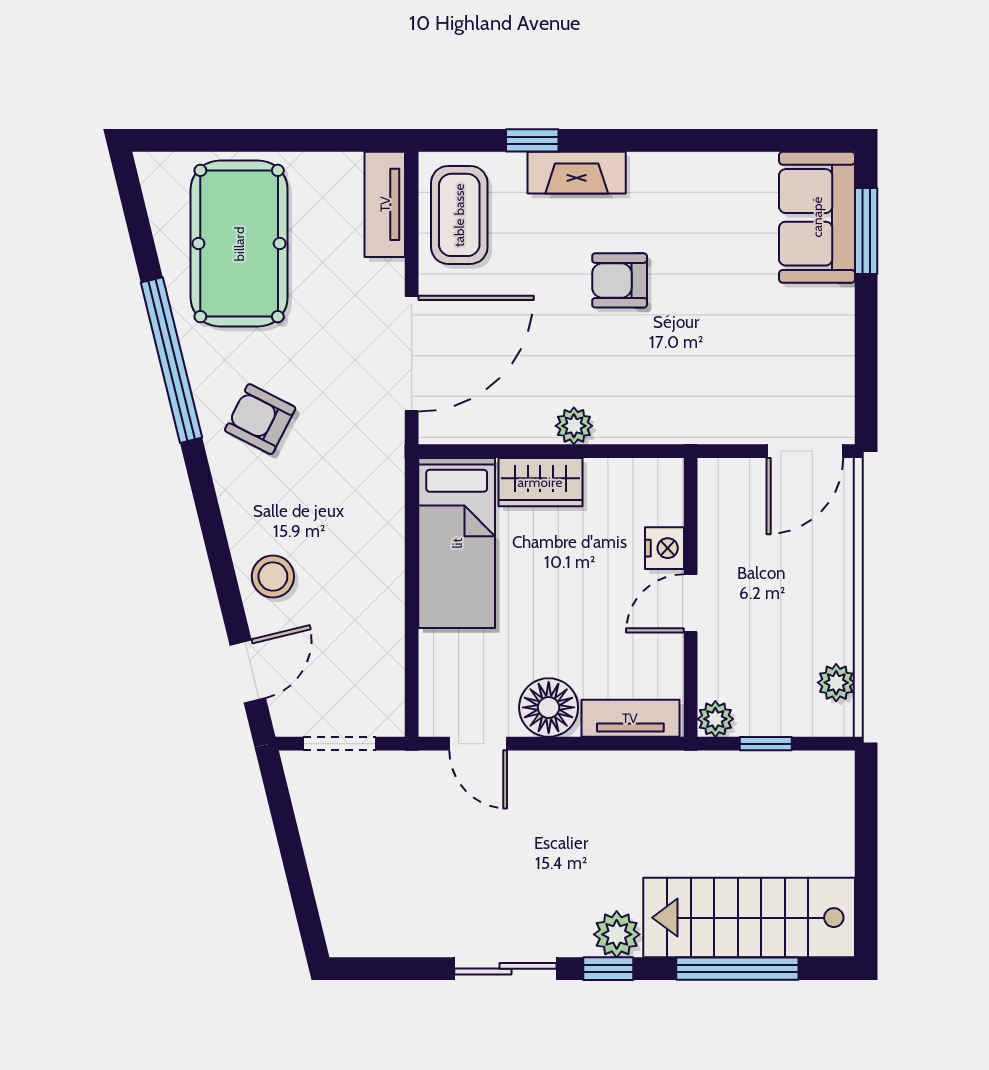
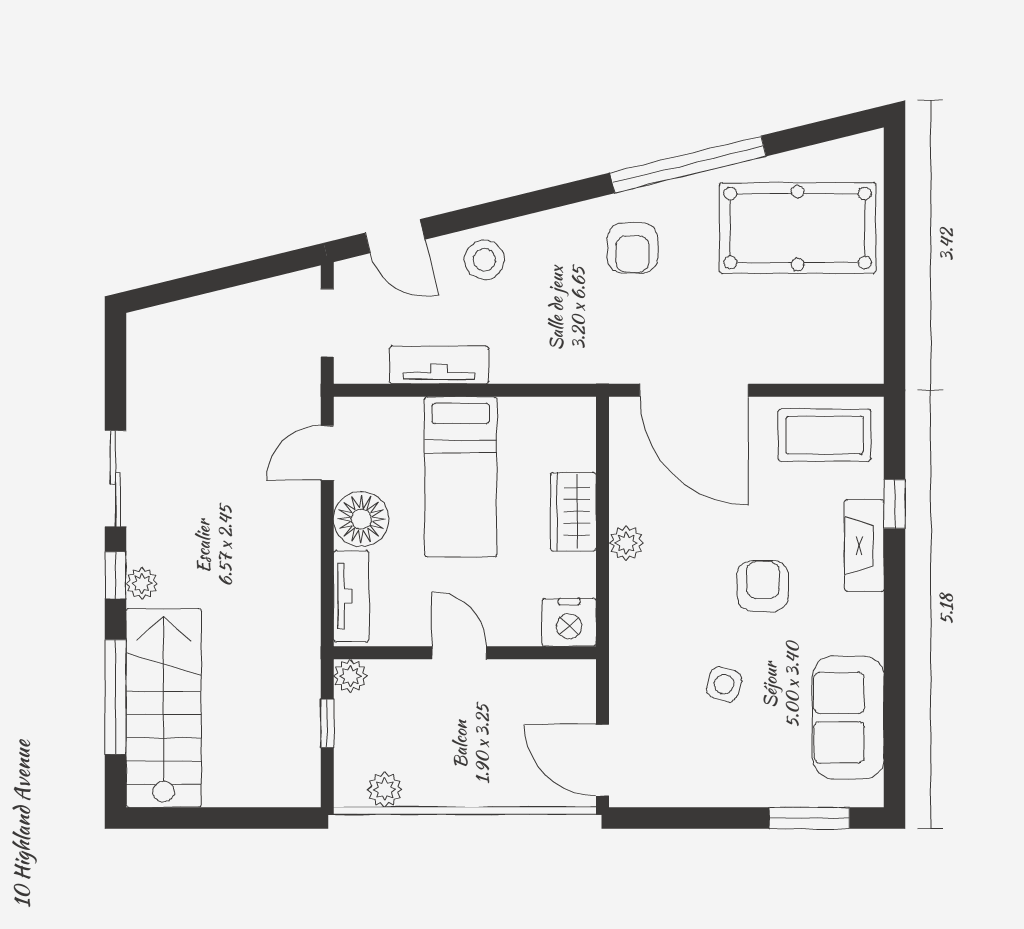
tv unit: (385, 204) -> (439, 365), moved
sofa: (817, 217) -> (848, 718), moved, turned -90
side table: (724, 322) -> (724, 684), added
armchair: (260, 419) -> (632, 248), turned 153
bed: (457, 543) -> (461, 477), moved, turned -90
nightstand: (665, 548) -> (569, 622), moved, width x1.36, depth x1.33
plant: (617, 934) -> (142, 583), width x0.73, depth x0.73

